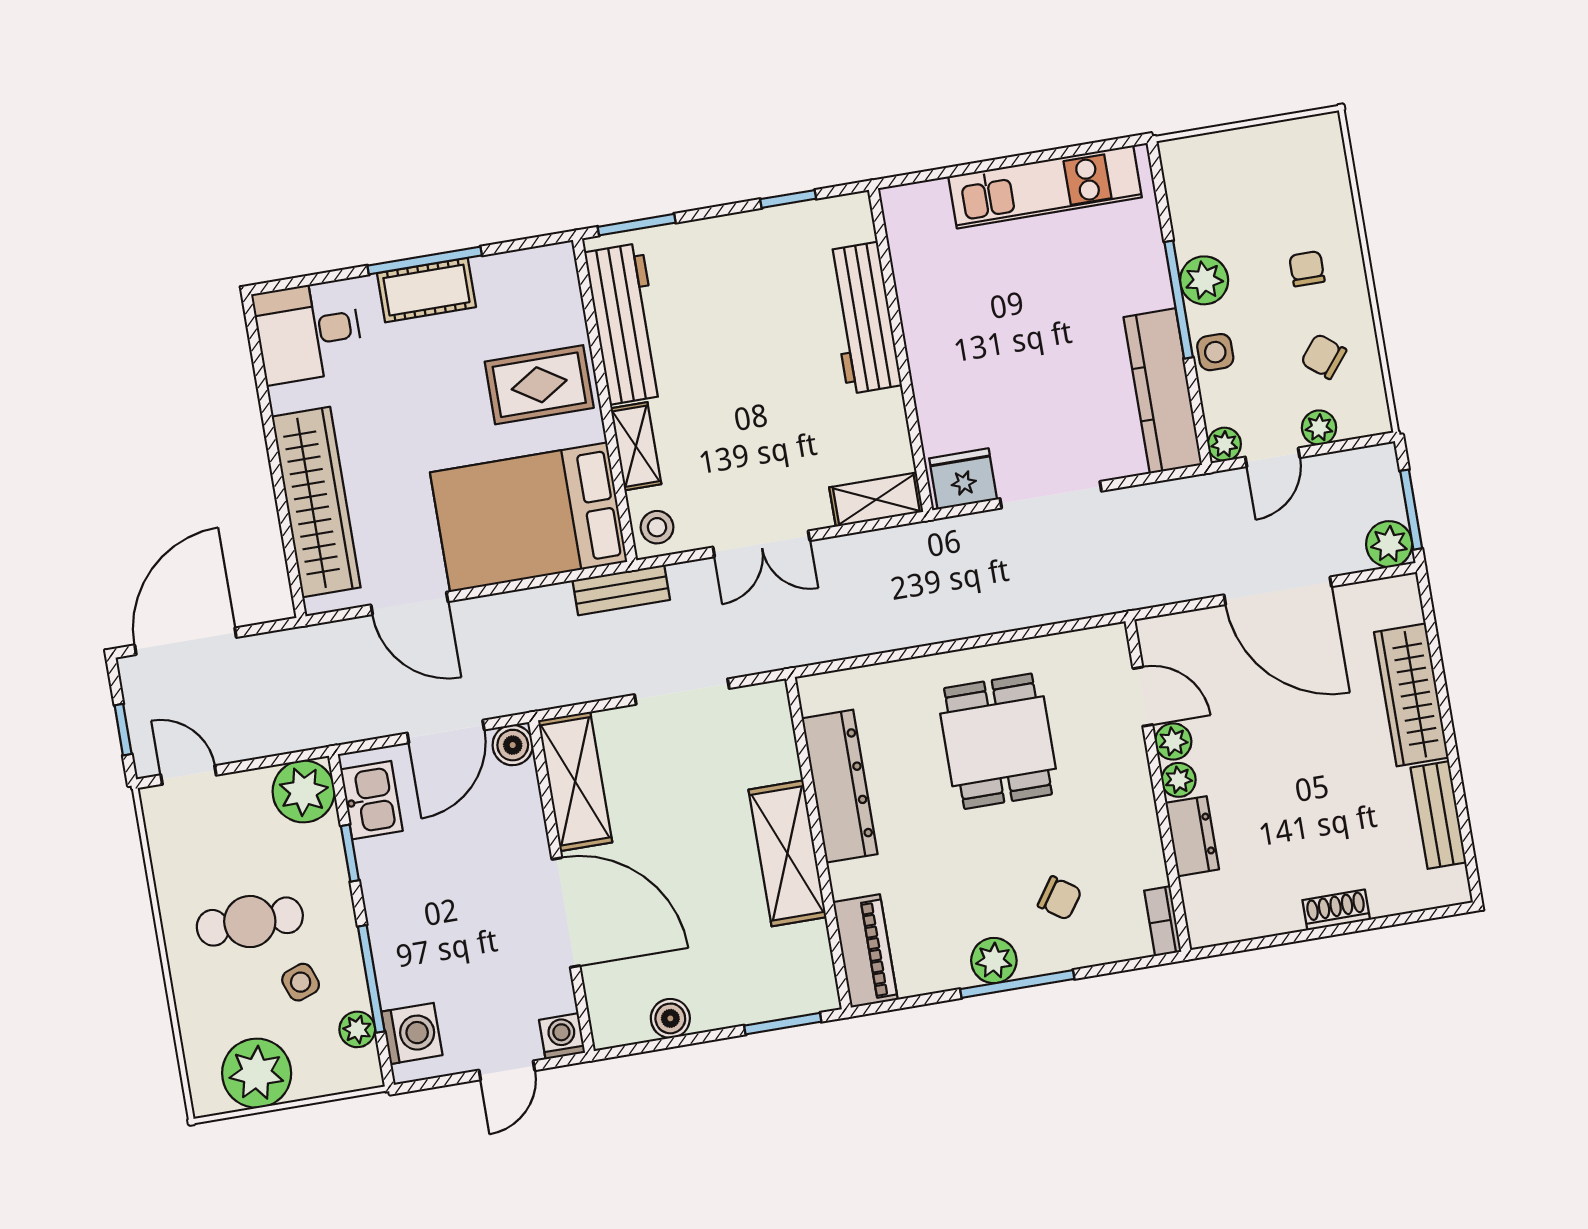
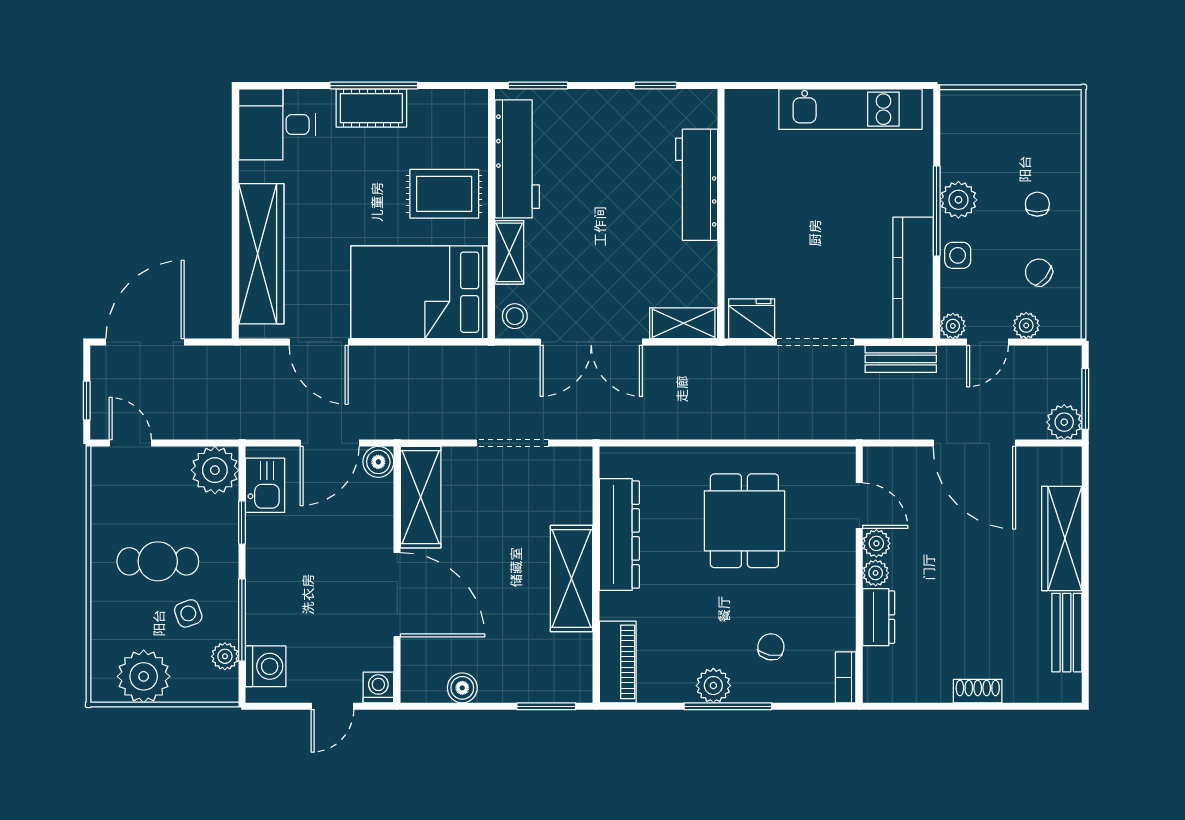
double door: (761, 544) -> (591, 342), width x1.37
bench: (621, 590) -> (901, 359), moved
chair: (1060, 898) -> (771, 647), turned -113

